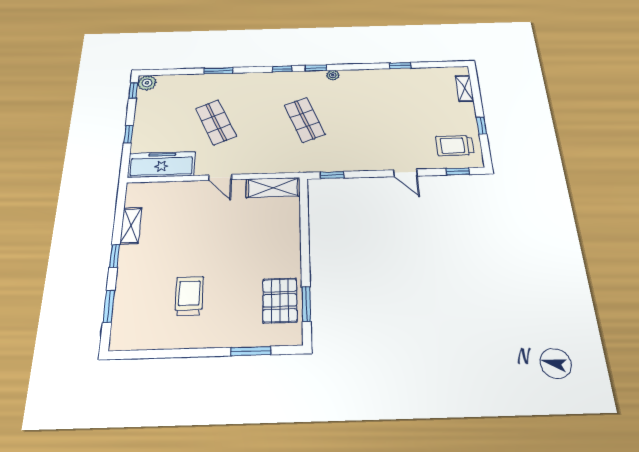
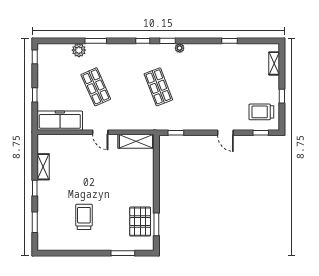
plant: (147, 83) -> (79, 50), moved

